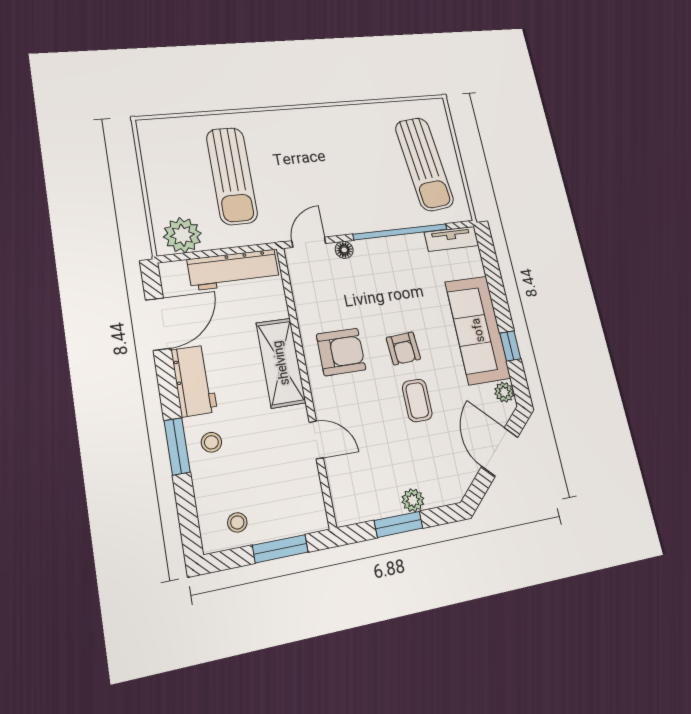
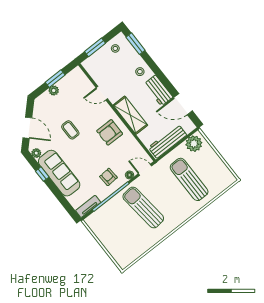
sun lounger: (424, 164) -> (143, 208), moved
door: (309, 242) -> (145, 170), swing flipped
door: (158, 324) -> (183, 104), hinge flipped
armchair: (403, 348) -> (108, 177), moved
window: (177, 446) -> (136, 44), moved

